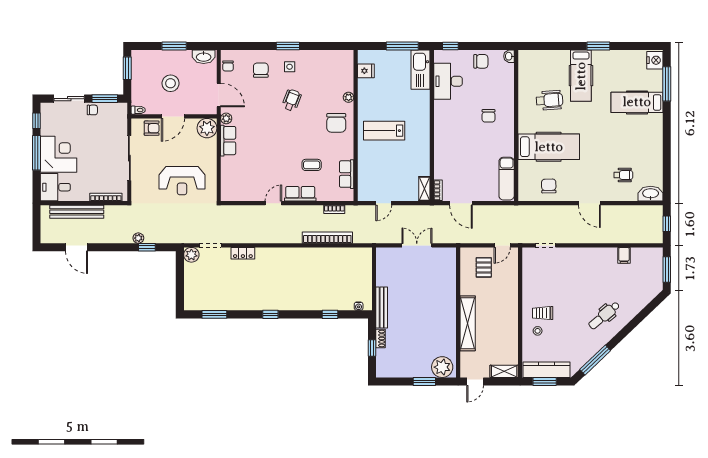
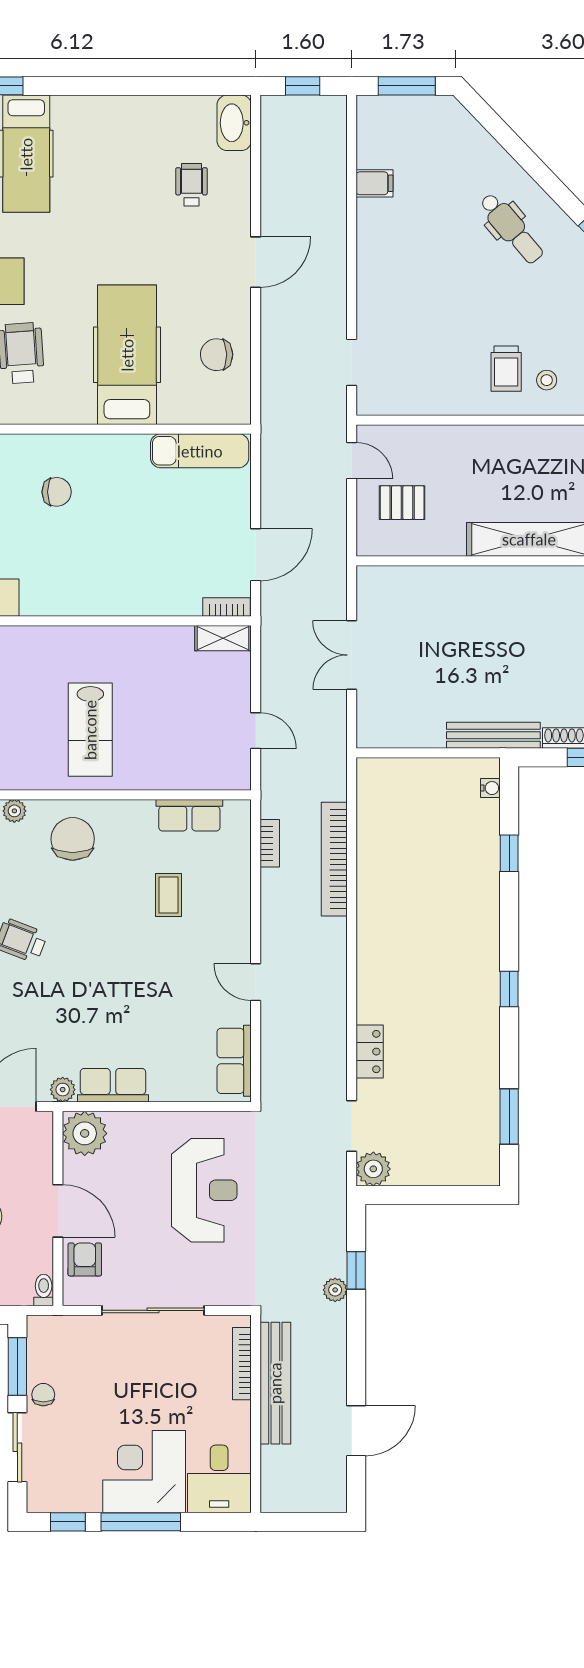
chair: (336, 123) -> (73, 839), turned -90
row of seats: (300, 194) -> (234, 1061), moved
bench: (77, 212) -> (275, 1383), moved

